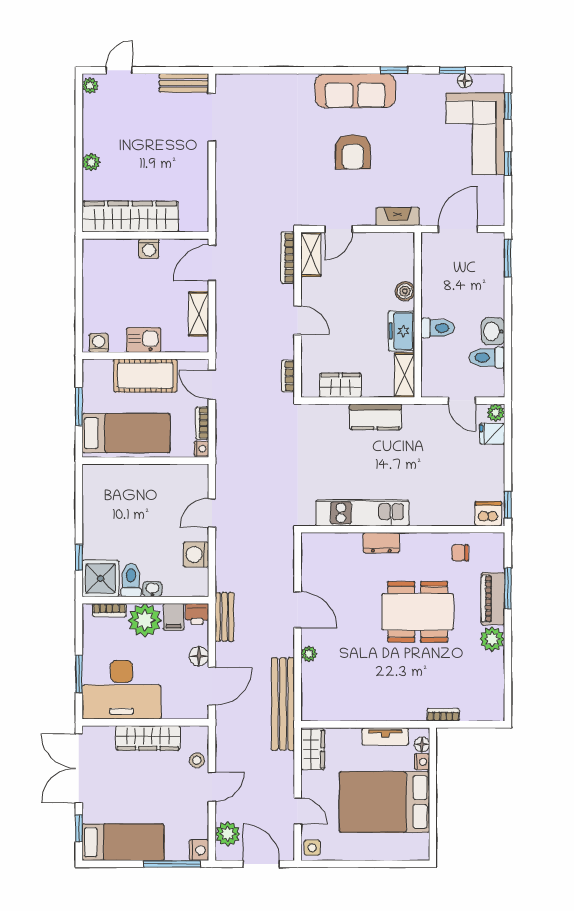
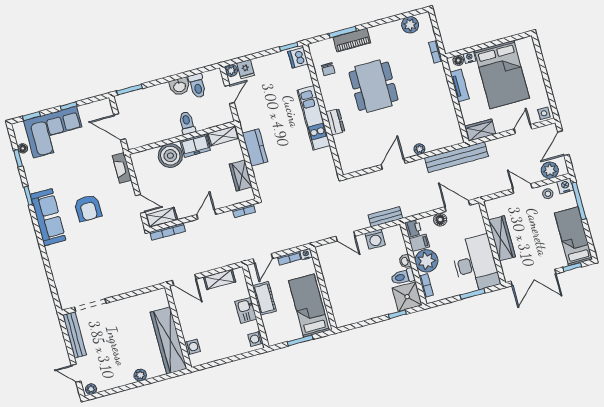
bench: (184, 83) -> (75, 335), width x1.36
armchair: (353, 152) -> (88, 208), turned 90
washing machine: (149, 249) -> (192, 347), moved
boiler: (405, 291) -> (170, 156), width x1.86, depth x1.86
cot: (145, 376) -> (264, 298), width x0.73, depth x0.75
kitchen unit: (362, 513) -> (314, 118), moved
bench: (224, 617) -> (385, 217), moved
plant: (492, 639) -> (410, 25), moved
stool: (197, 760) -> (548, 194), moved

